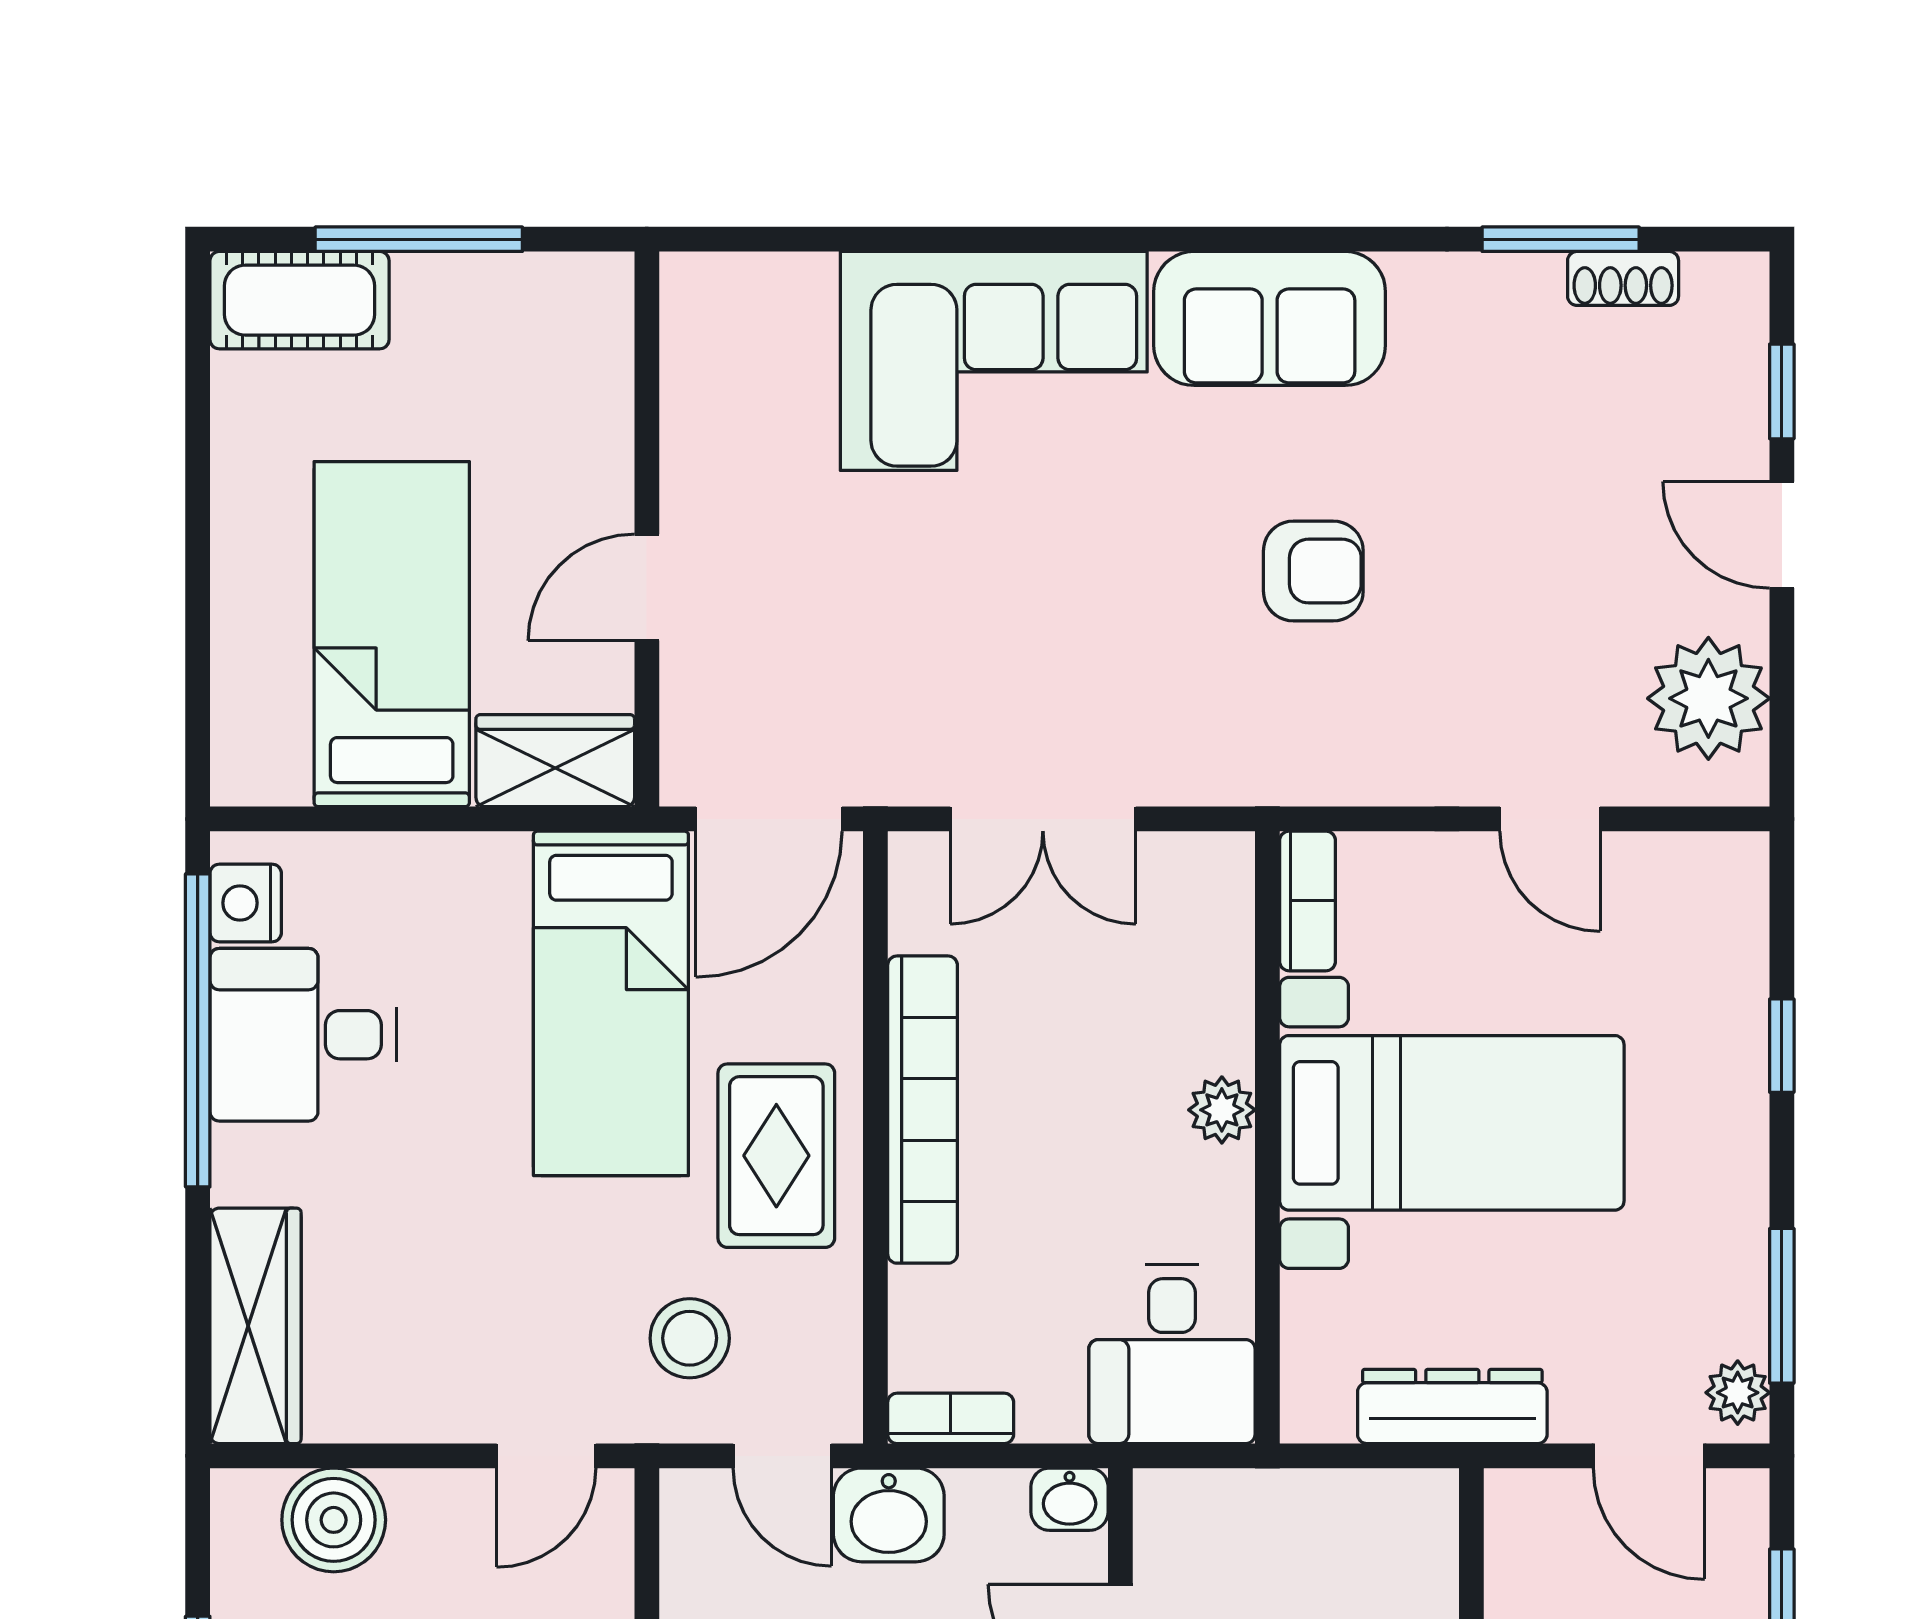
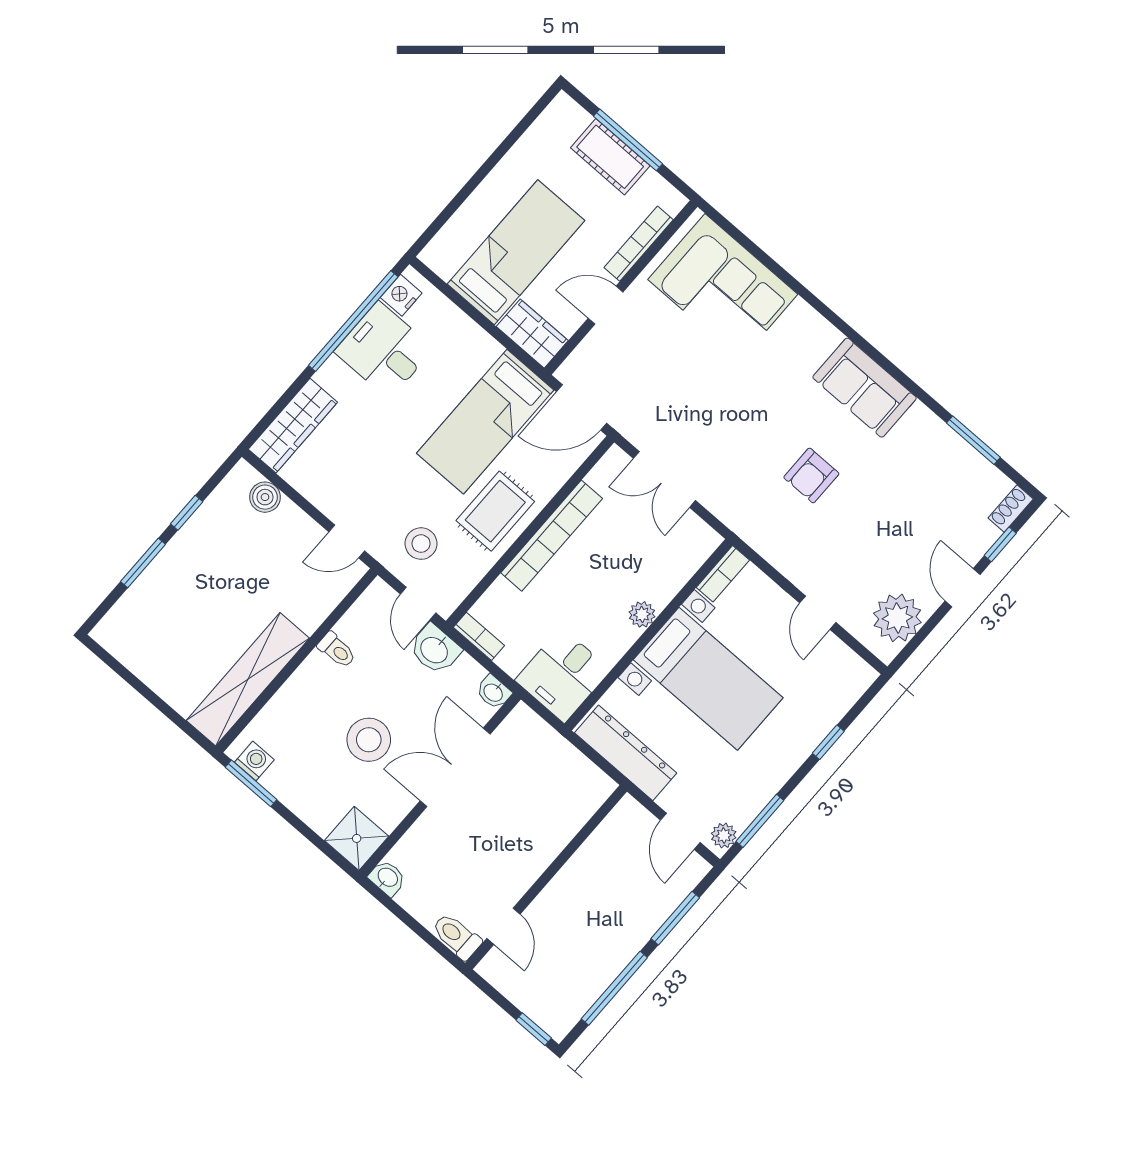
shoe rack: (1623, 278) -> (1011, 508), moved, turned 90
cot: (300, 300) -> (610, 157), moved
corner sofa: (994, 361) -> (723, 287), moved
bookcase: (608, 417) -> (639, 244), added
armchair: (1313, 571) -> (811, 475), turned 90
dresser: (1452, 1406) -> (626, 753), width x1.37, depth x1.24
boiler: (334, 1520) -> (265, 497), width x0.73, depth x0.73

